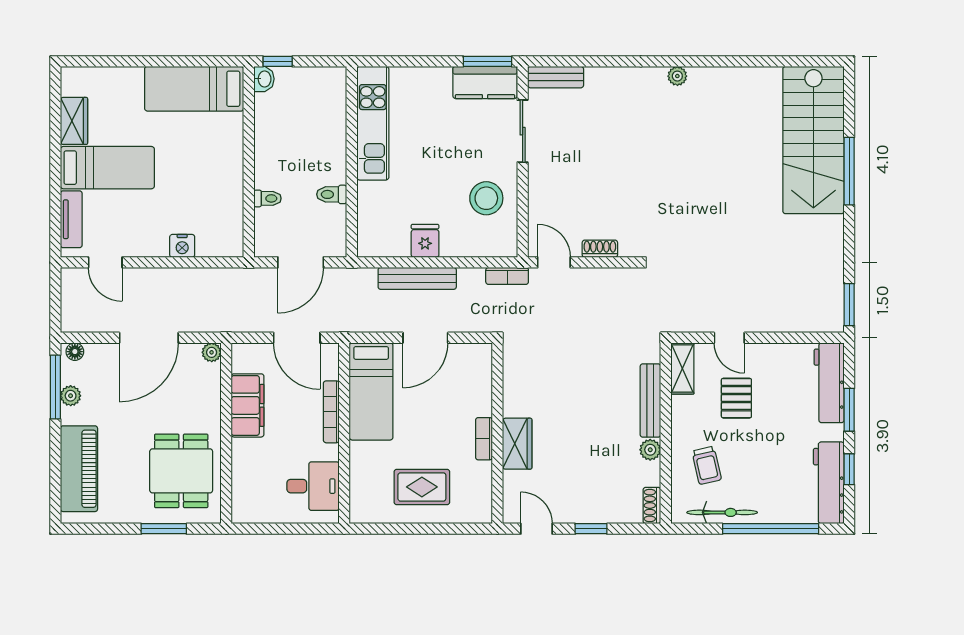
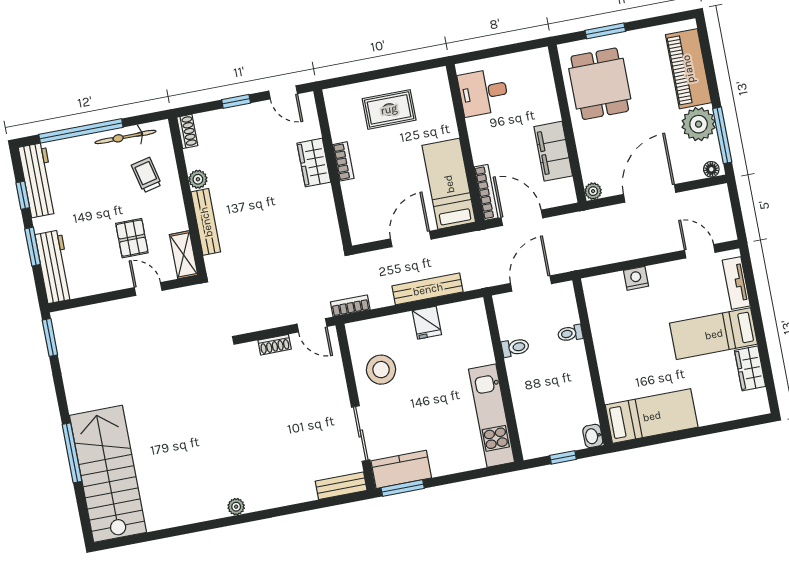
window: (278, 61) -> (563, 457), moved
plant: (71, 396) -> (699, 124), width x1.87, depth x1.87
bookcase: (331, 412) -> (486, 192), moved

